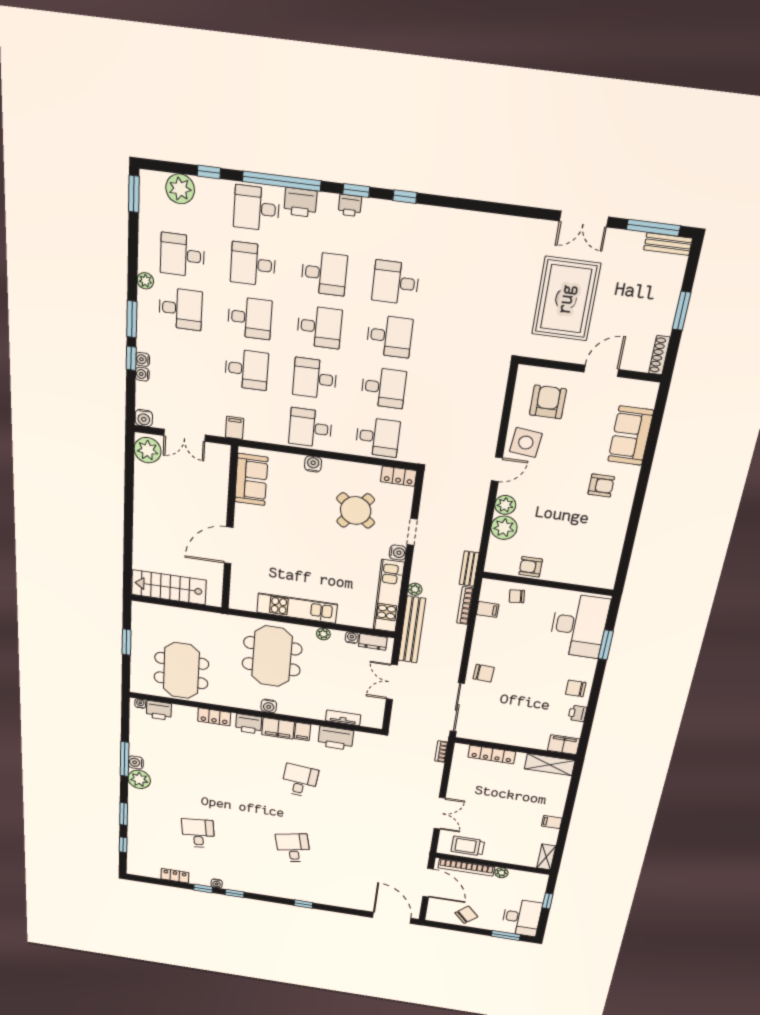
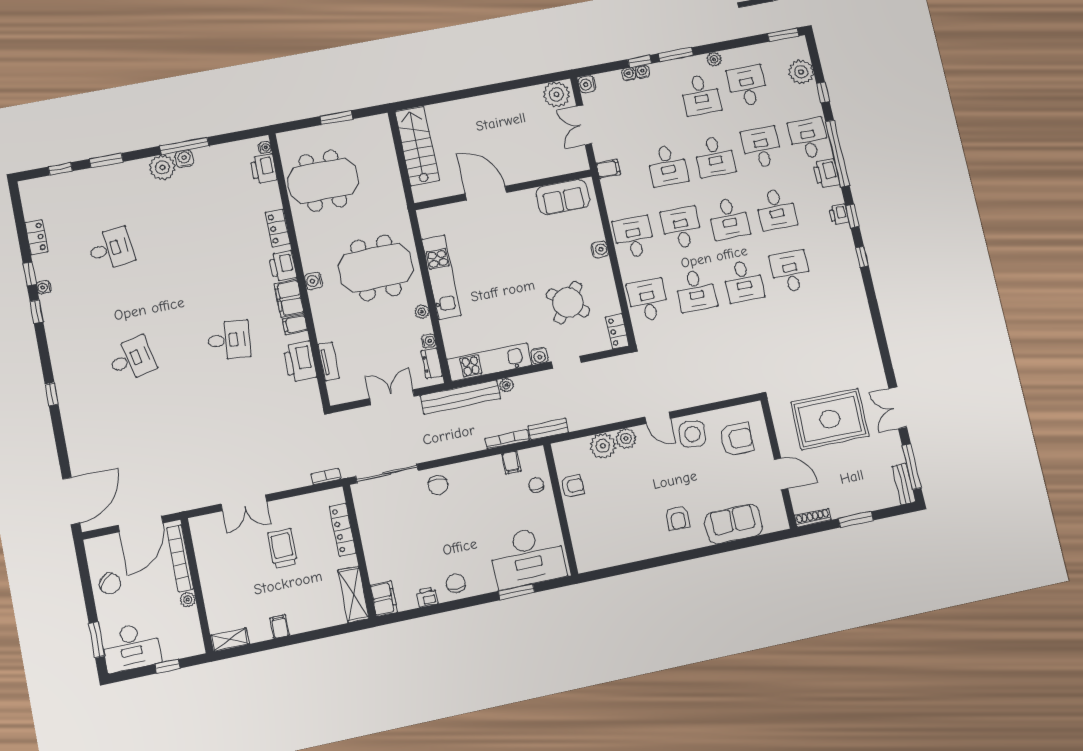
desk: (378, 437) -> (648, 300), turned 180
armchair: (531, 567) -> (572, 486), turned 90
trolley: (468, 846) -> (282, 548), moved

